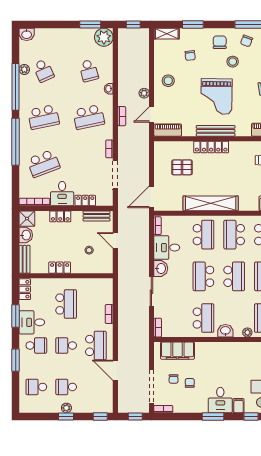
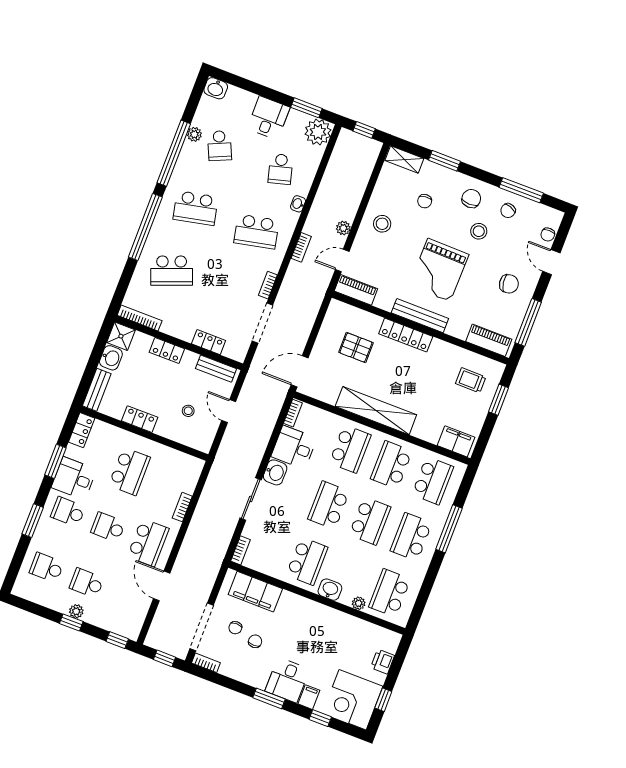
desk: (62, 194) -> (268, 118), moved, turned 180
school desk: (36, 345) -> (68, 512), turned 180

